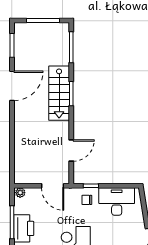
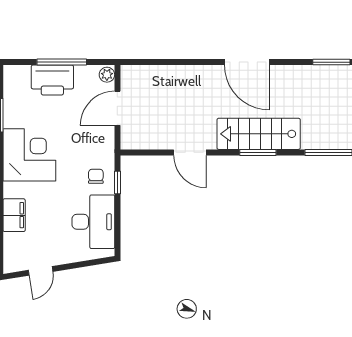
door: (12, 86) -> (247, 62), moved
door: (71, 151) -> (190, 152), moved
door: (53, 186) -> (117, 108), moved

